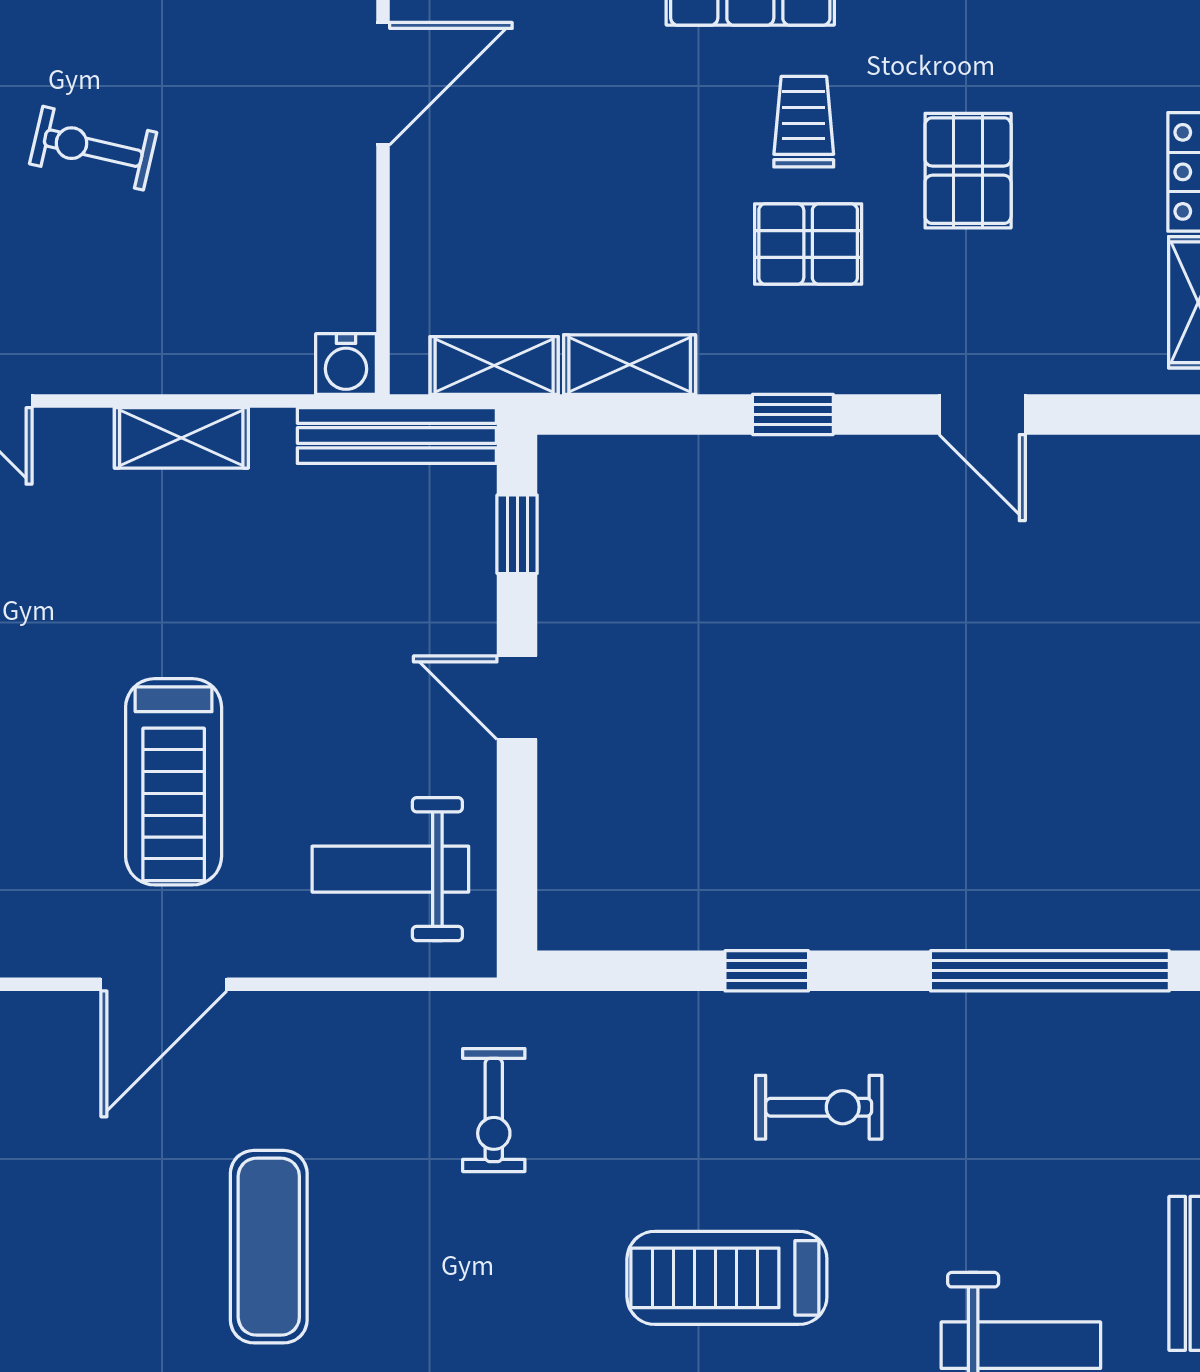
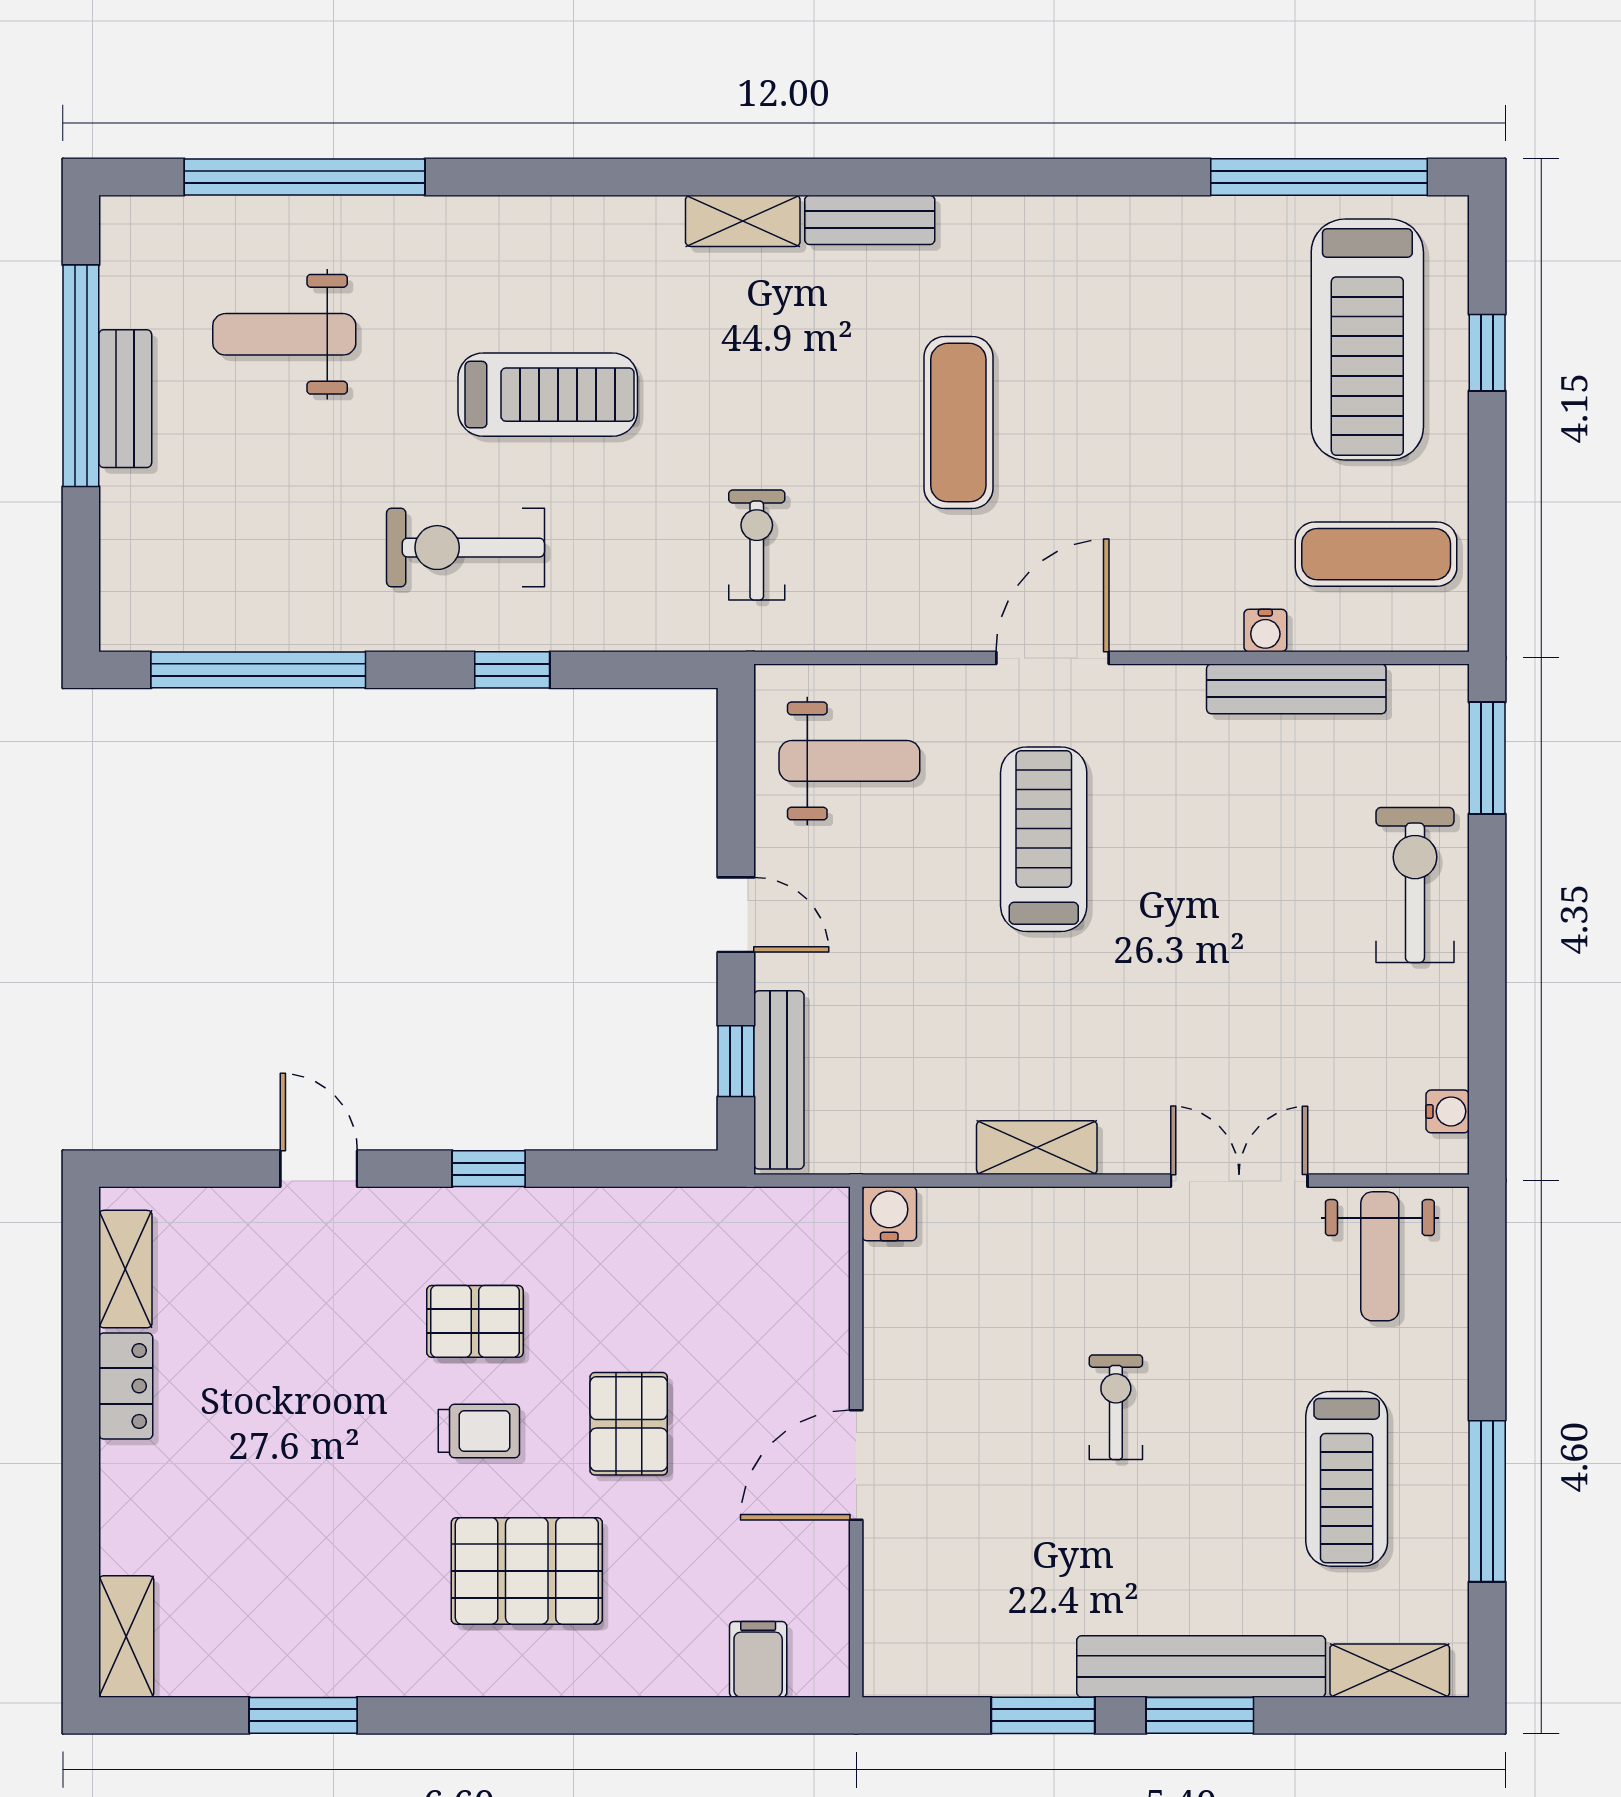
trolley: (804, 122) -> (479, 1431), turned -90
exercise bike: (93, 148) -> (1116, 1407), turned -103
pallet: (968, 171) -> (629, 1424), moved
shelving: (494, 365) -> (756, 1212), removed
shelving: (630, 365) -> (635, 1213), removed
bench: (397, 436) -> (779, 1080), moved, turned 90
exercise bike: (819, 1107) -> (465, 548), width x1.38, depth x1.39

